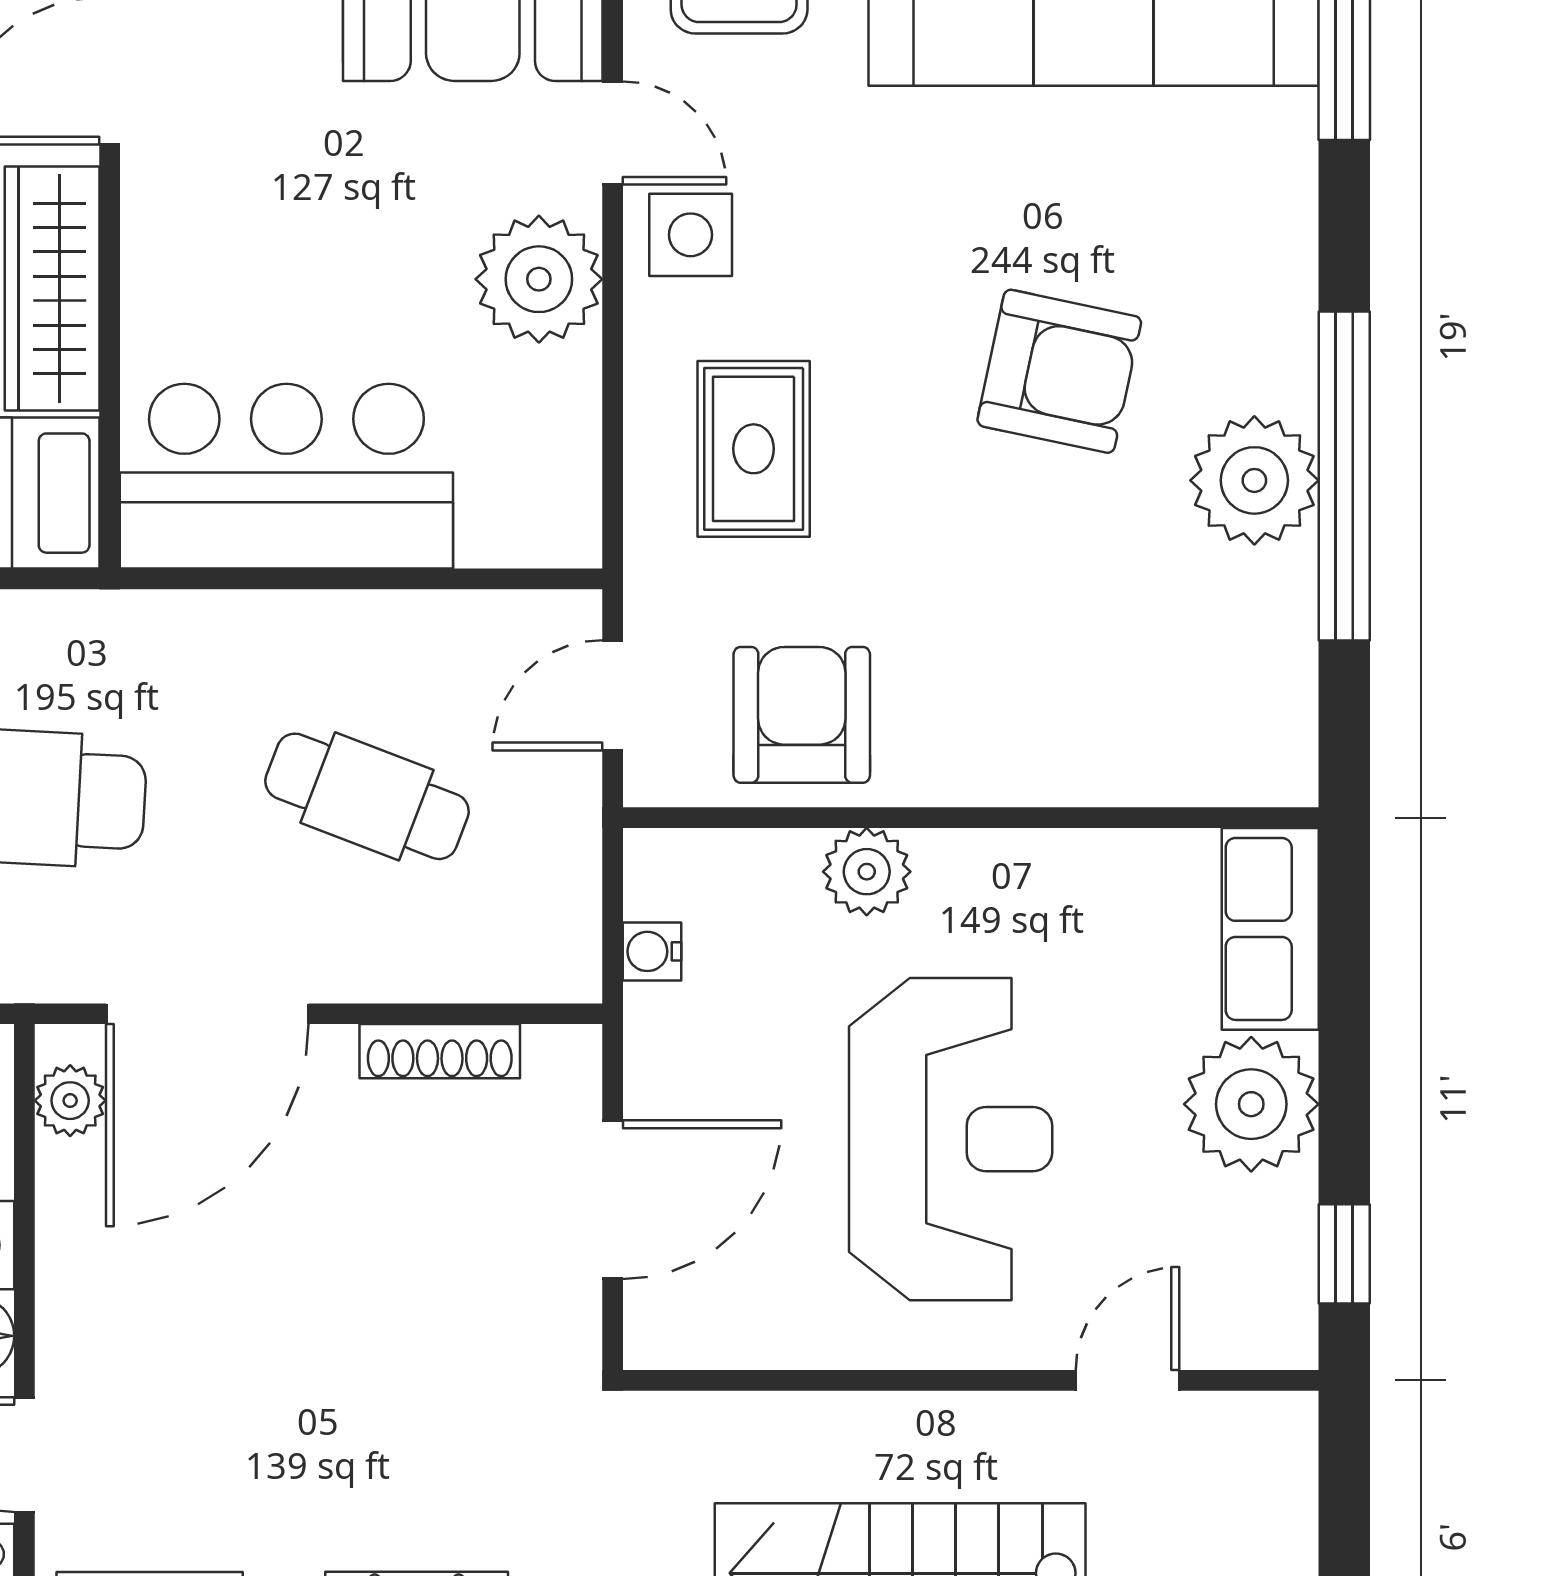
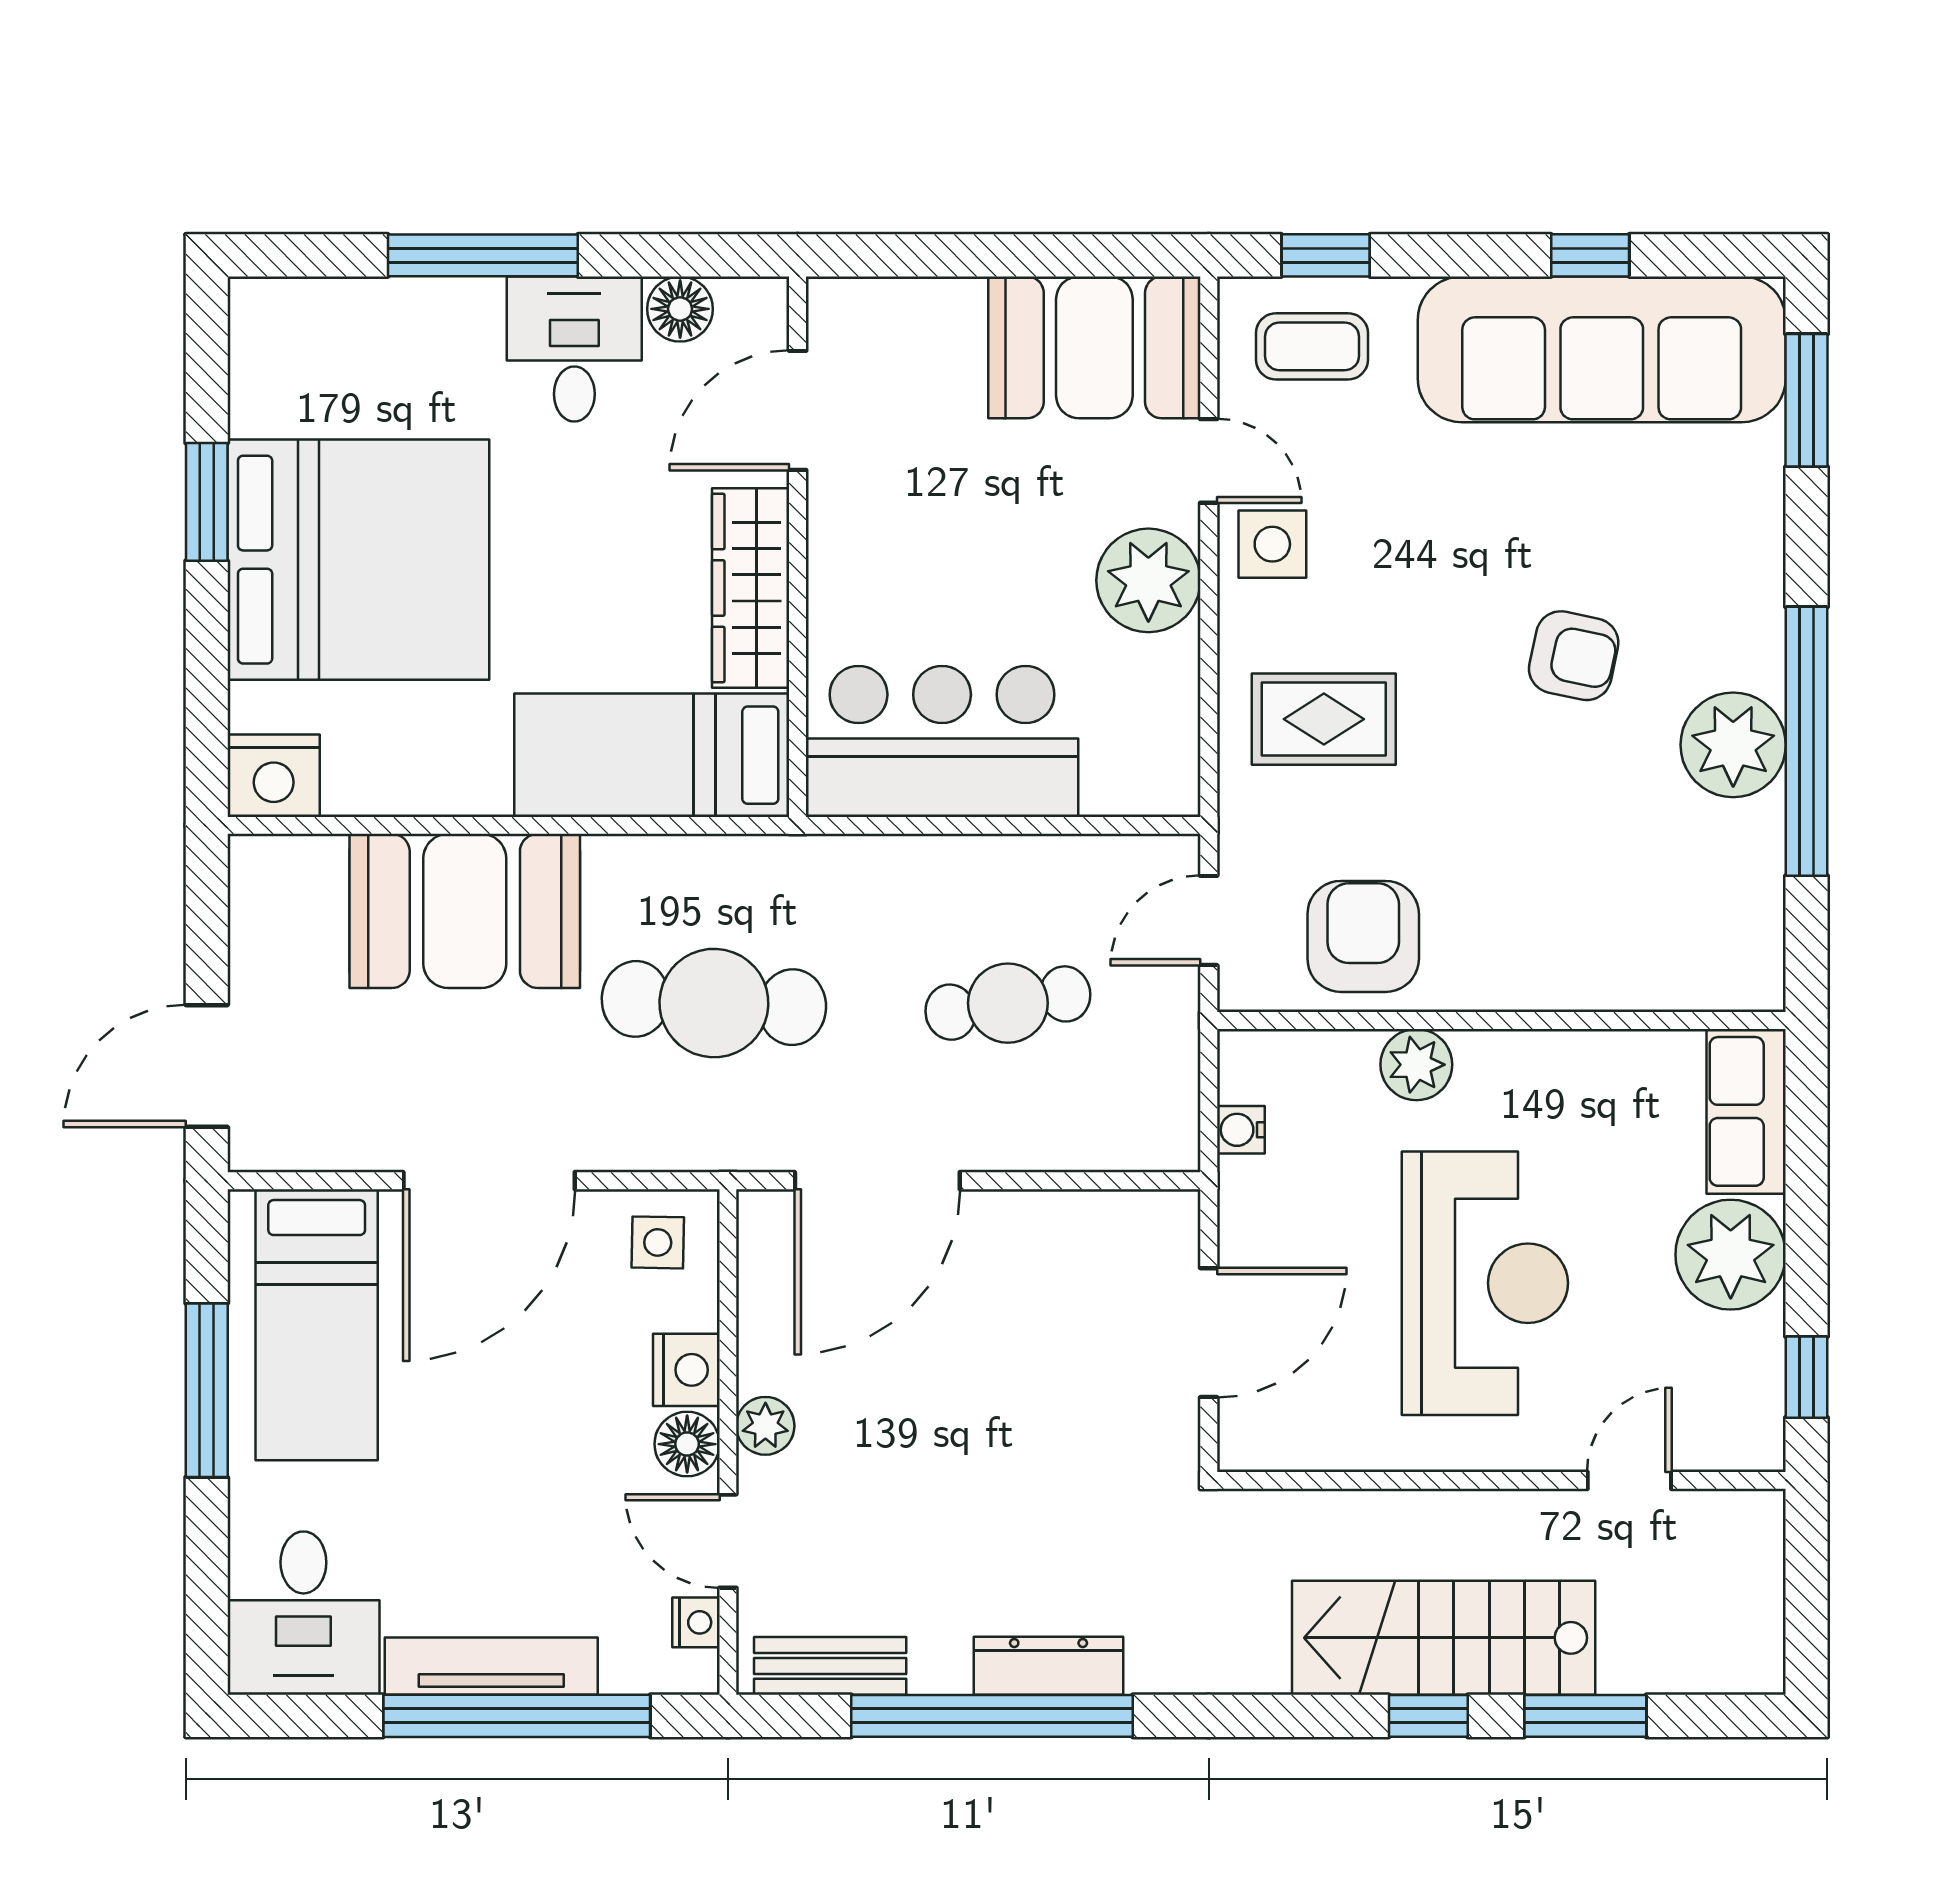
armchair: (1059, 371) -> (1574, 656), width x0.72, depth x0.72
rug: (754, 449) -> (1324, 719), turned 90
cafe table: (367, 796) -> (1008, 1003), turned -30
shoe rack: (440, 1051) -> (1067, 1211), removed
plant: (70, 1101) -> (765, 1426), moved

